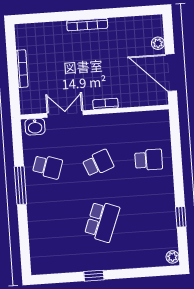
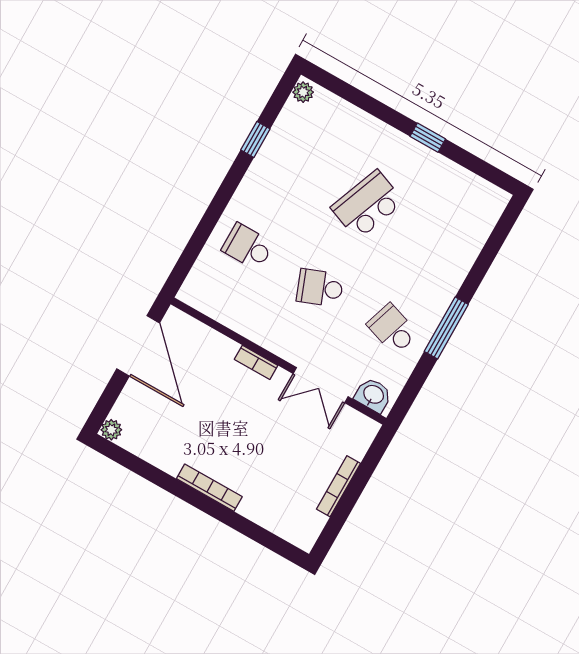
plant: (158, 43) -> (111, 430), moved

